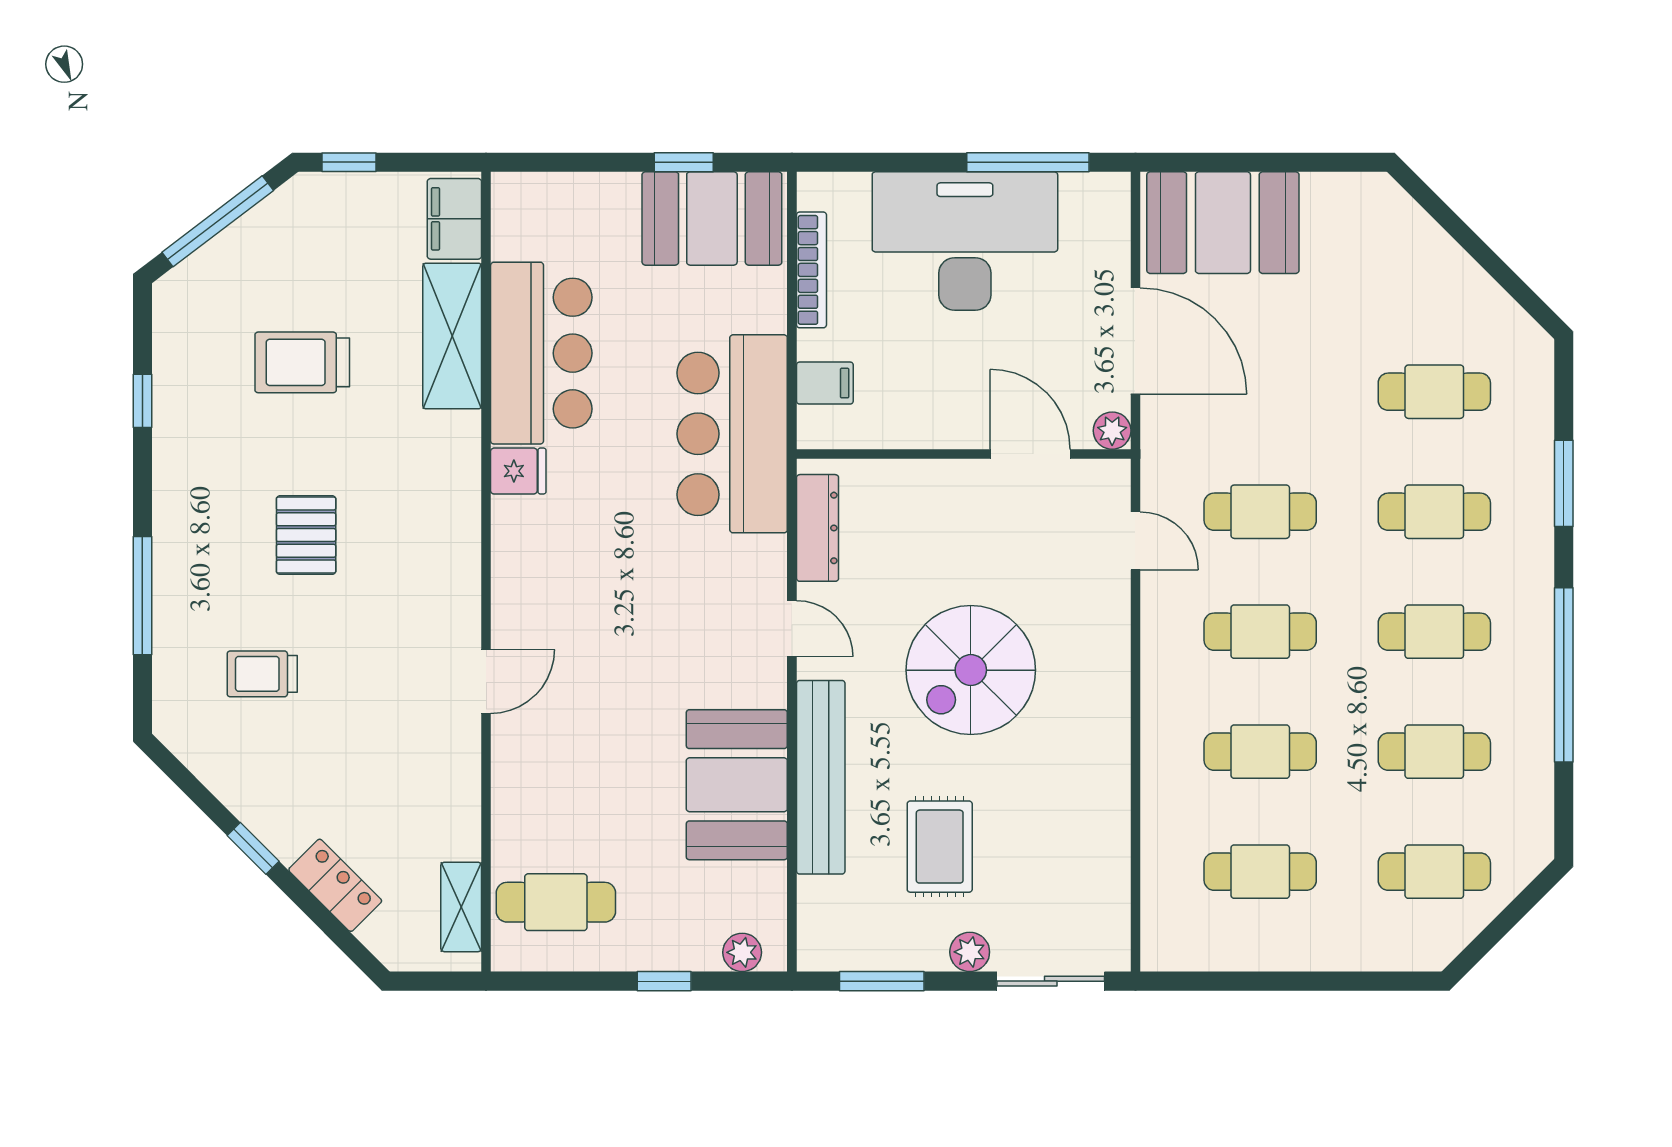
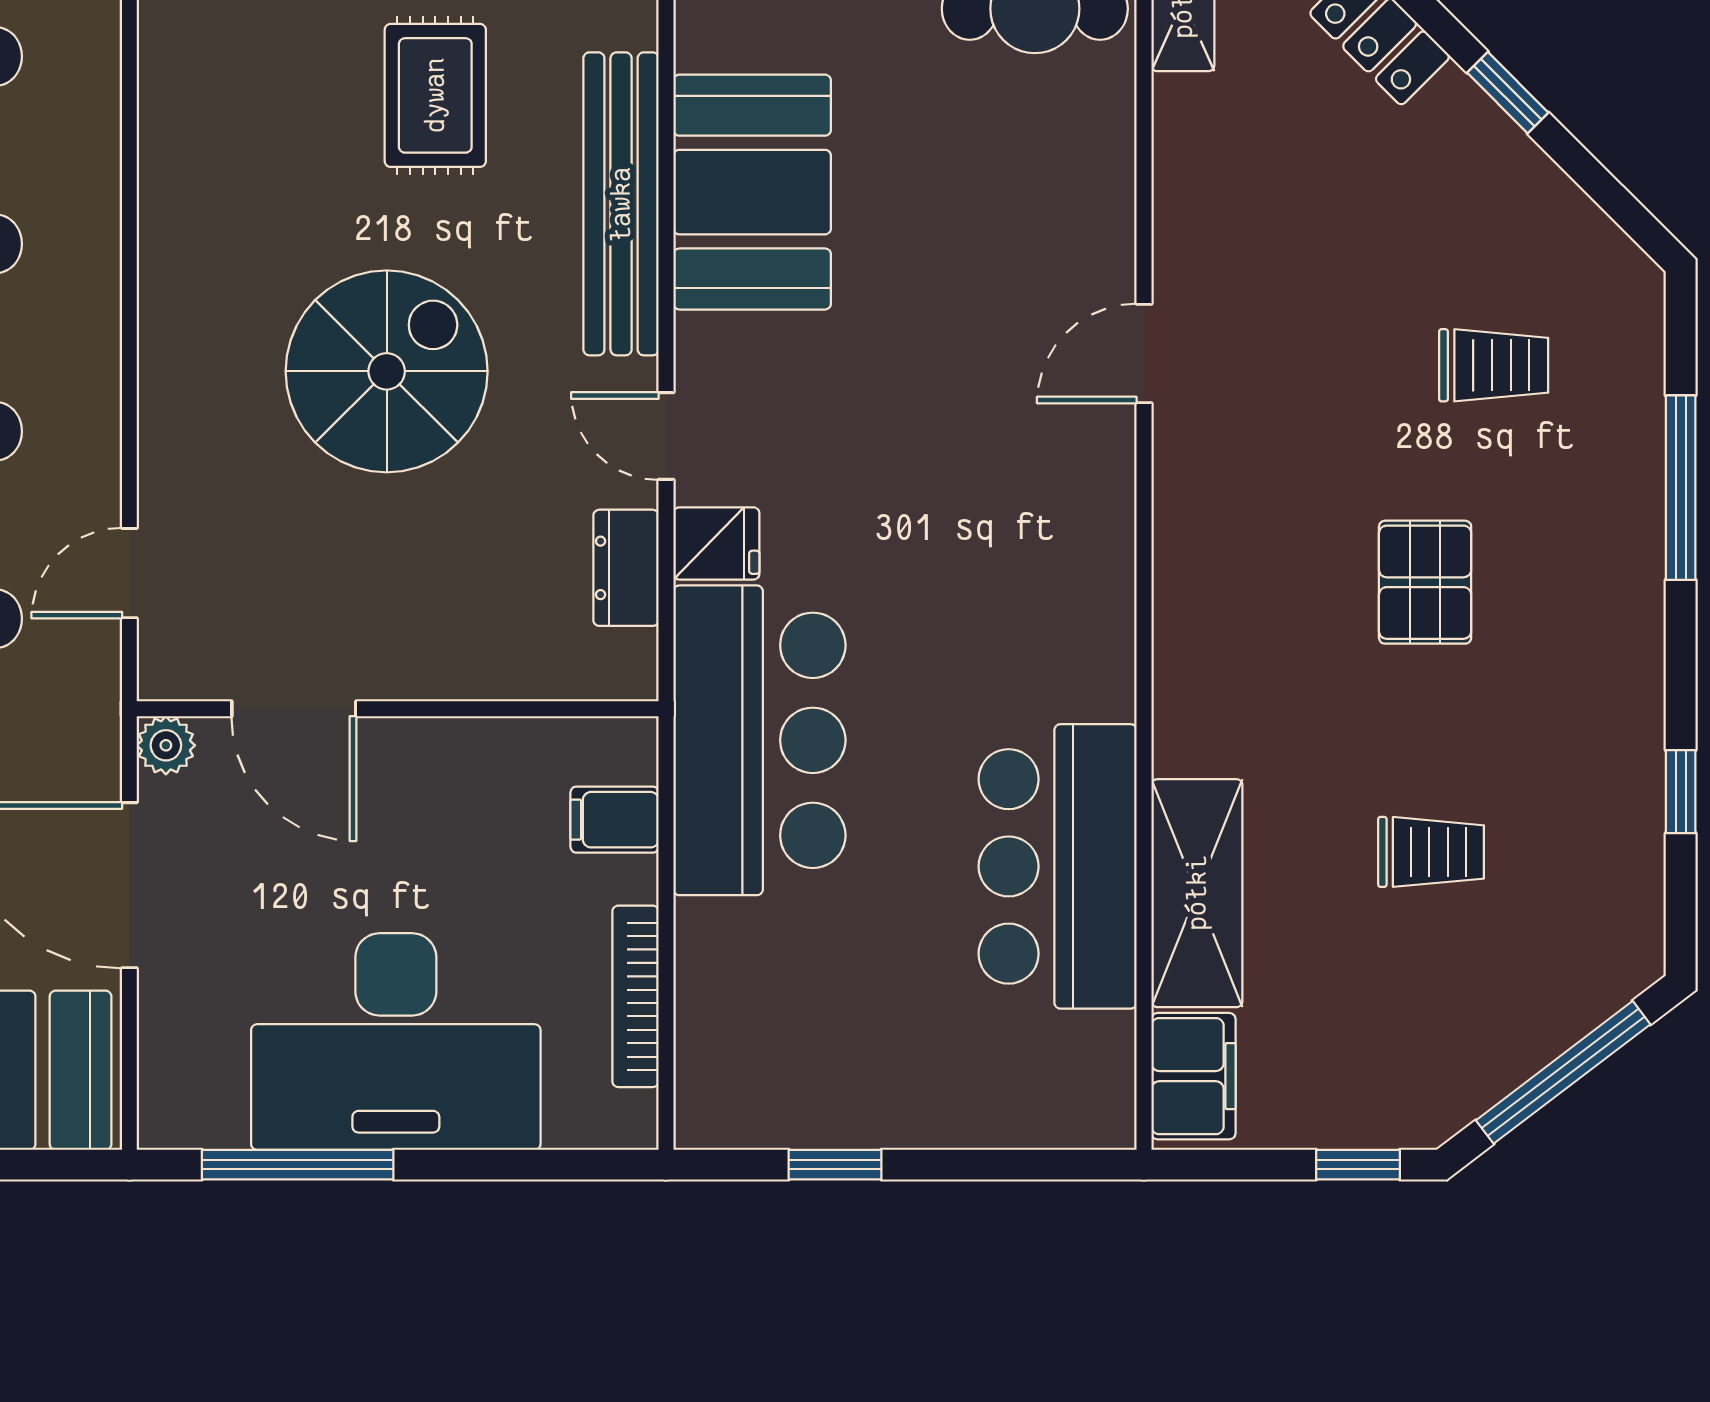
booth: (712, 218) -> (791, 1077), removed
trolley: (302, 362) -> (1431, 852), width x0.73, depth x0.72
fridge: (518, 471) -> (716, 543), moved, turned 180
dresser: (818, 528) -> (626, 568), width x0.70
door: (1135, 541) -> (129, 573), hinge flipped

